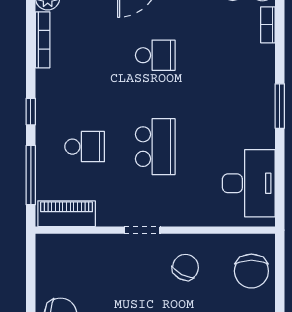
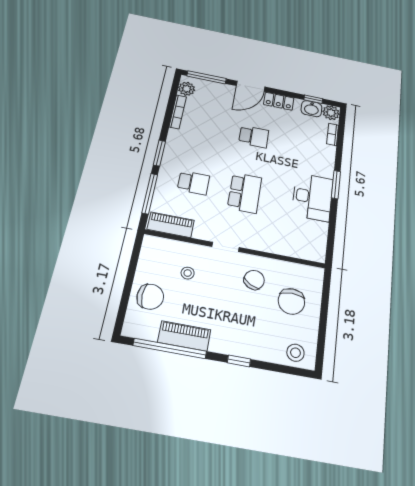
window: (31, 112) -> (159, 153), width x1.50
desk: (249, 183) -> (312, 197), moved
chair: (251, 271) -> (291, 301), moved
stool: (100, 275) -> (188, 273), added

